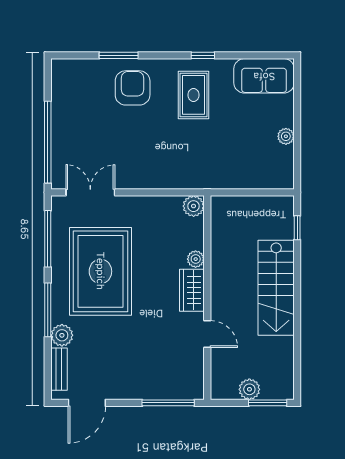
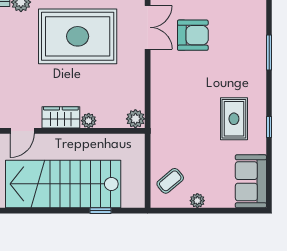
armchair: (133, 88) -> (193, 35), moved
rug: (193, 95) -> (234, 119), turned 90
coffee table: (264, 167) -> (170, 181), added
window: (297, 228) -> (100, 211), moved
stairs: (276, 288) -> (63, 184), width x1.36, depth x1.51

